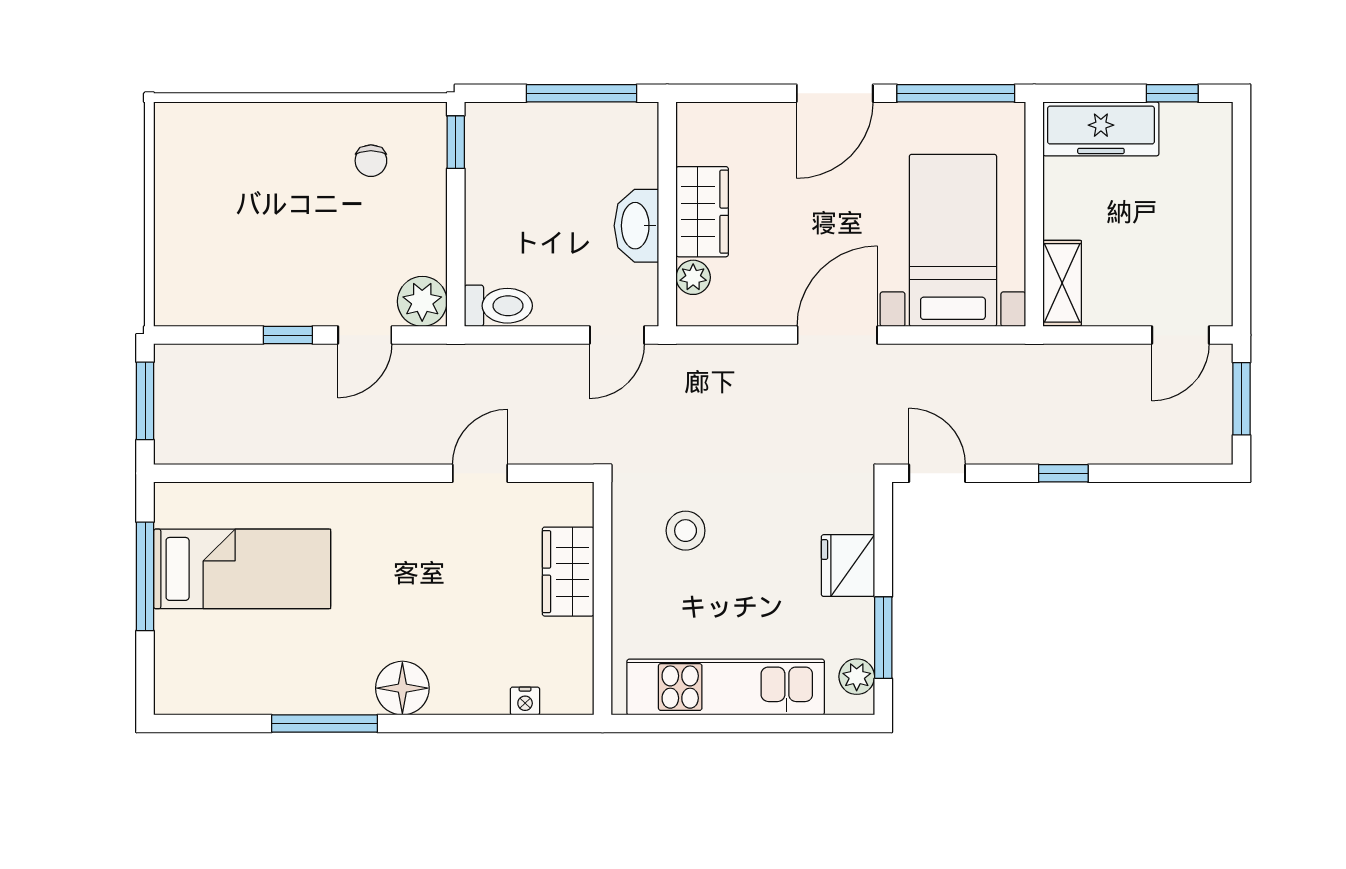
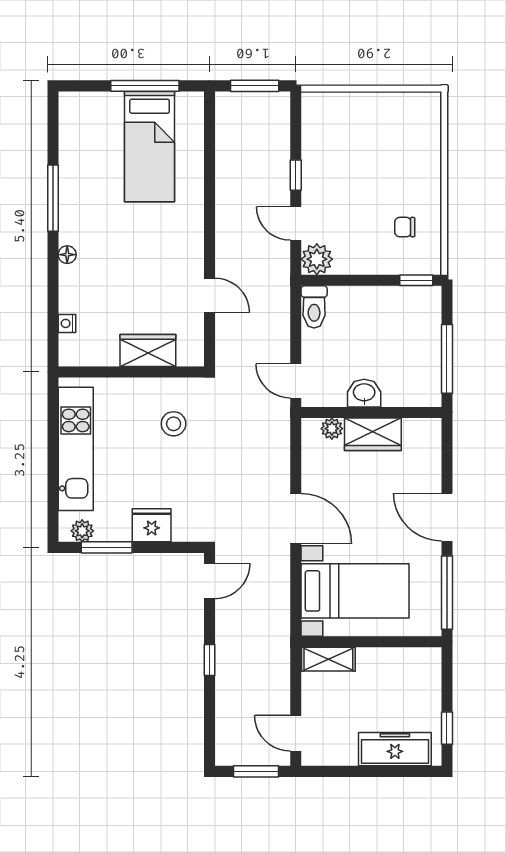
freezer: (1101, 129) -> (395, 749), moved, turned 90
washbasin: (636, 226) -> (364, 393), width x0.72
floor lamp: (402, 688) -> (67, 255), width x0.53, depth x0.53

